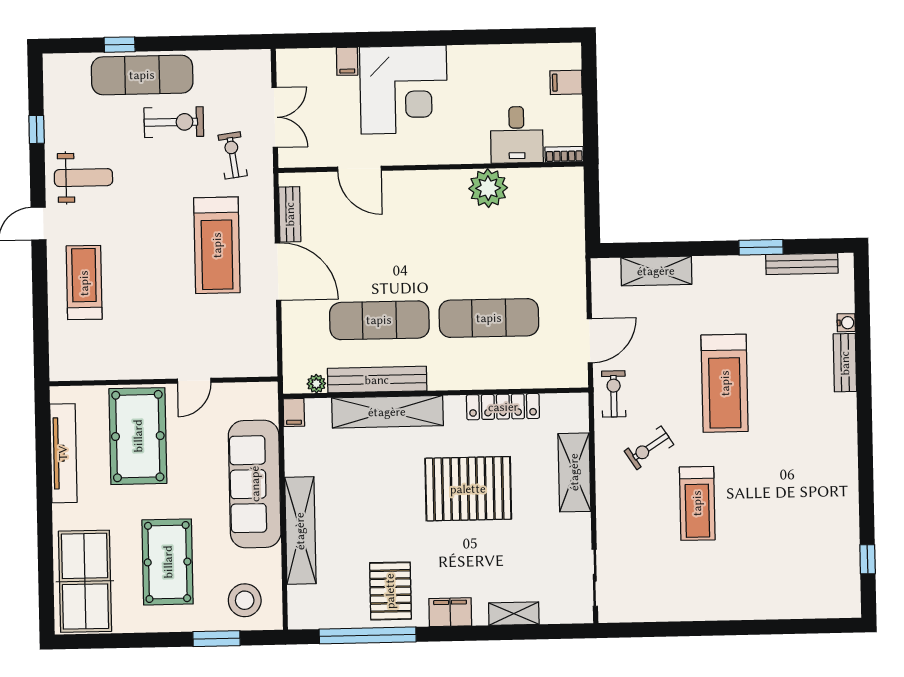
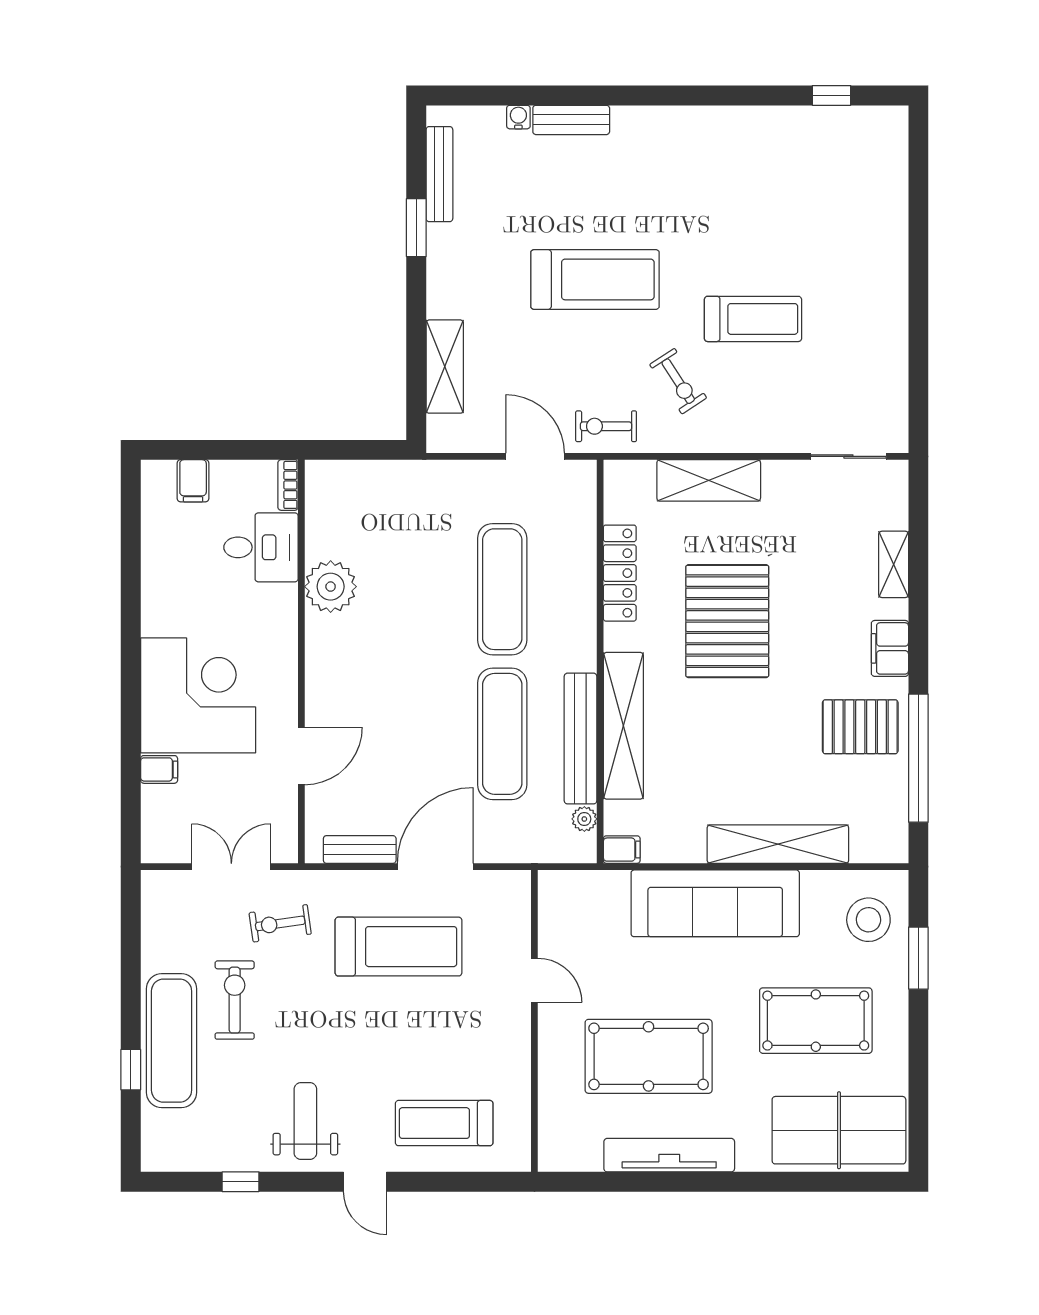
wall: (164, 381) -> (534, 1021), moved
door: (194, 381) -> (534, 980), moved

